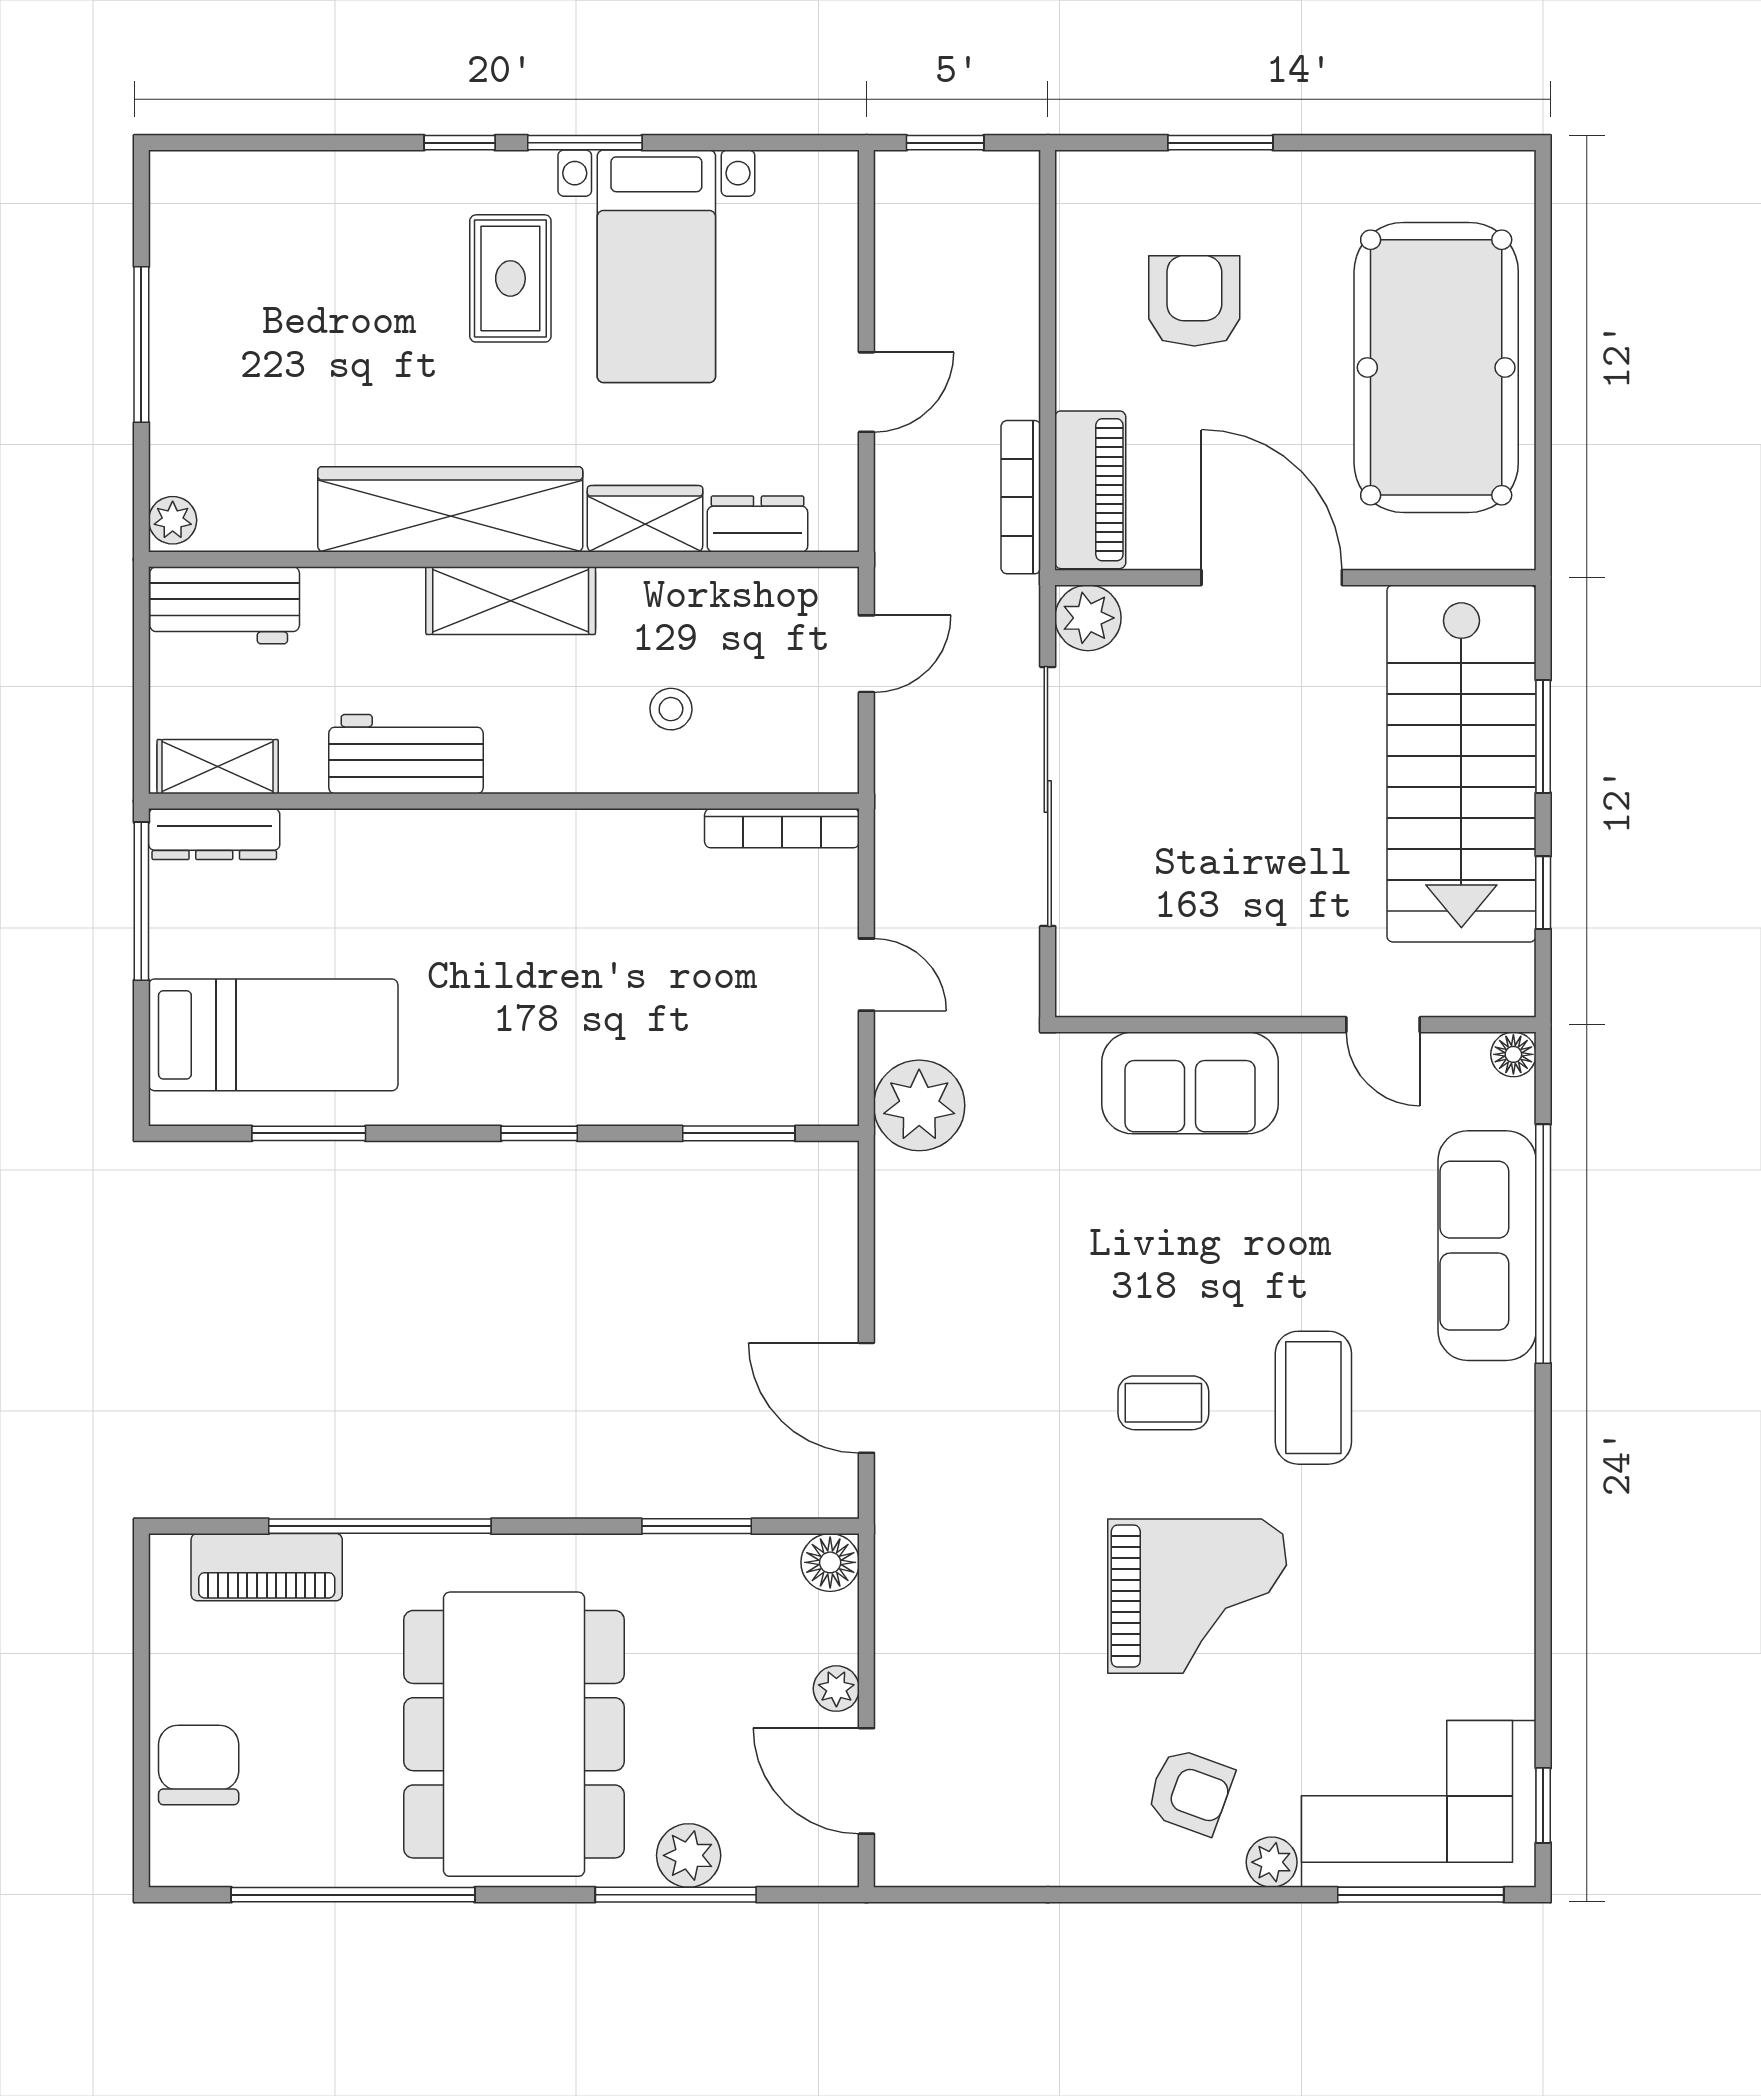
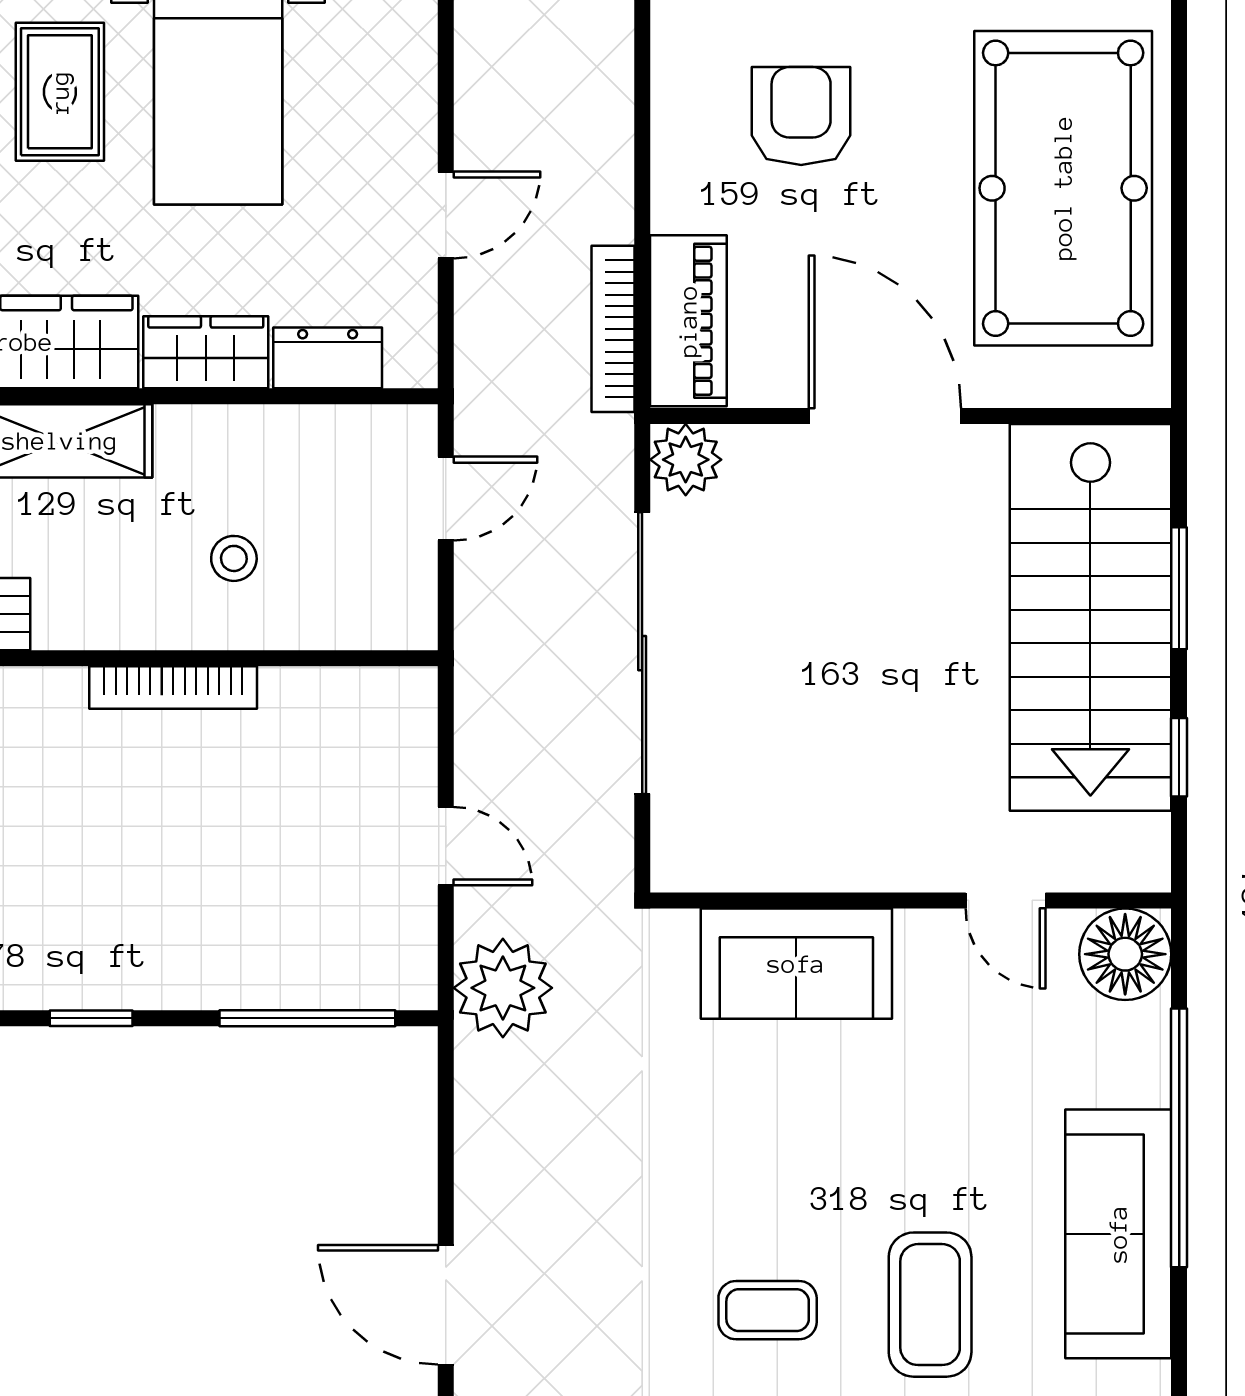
bookcase: (782, 828) -> (173, 687), moved
floor lamp: (1513, 1054) -> (1125, 954), width x1.89, depth x1.89
window: (739, 1133) -> (307, 1018), width x1.44
sofa: (1487, 1246) -> (1118, 1234), moved

